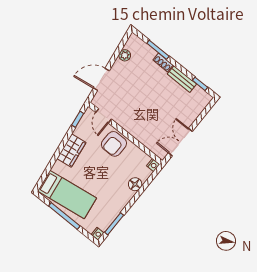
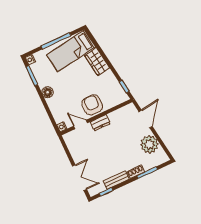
plant: (125, 55) -> (149, 144), width x1.88, depth x1.88
door: (103, 116) -> (80, 125), moved
dresser: (129, 126) -> (100, 123), added
double door: (180, 142) -> (79, 178), moved
wardrobe: (71, 150) -> (97, 62), moved
floor lamp: (135, 184) -> (48, 92), moved

